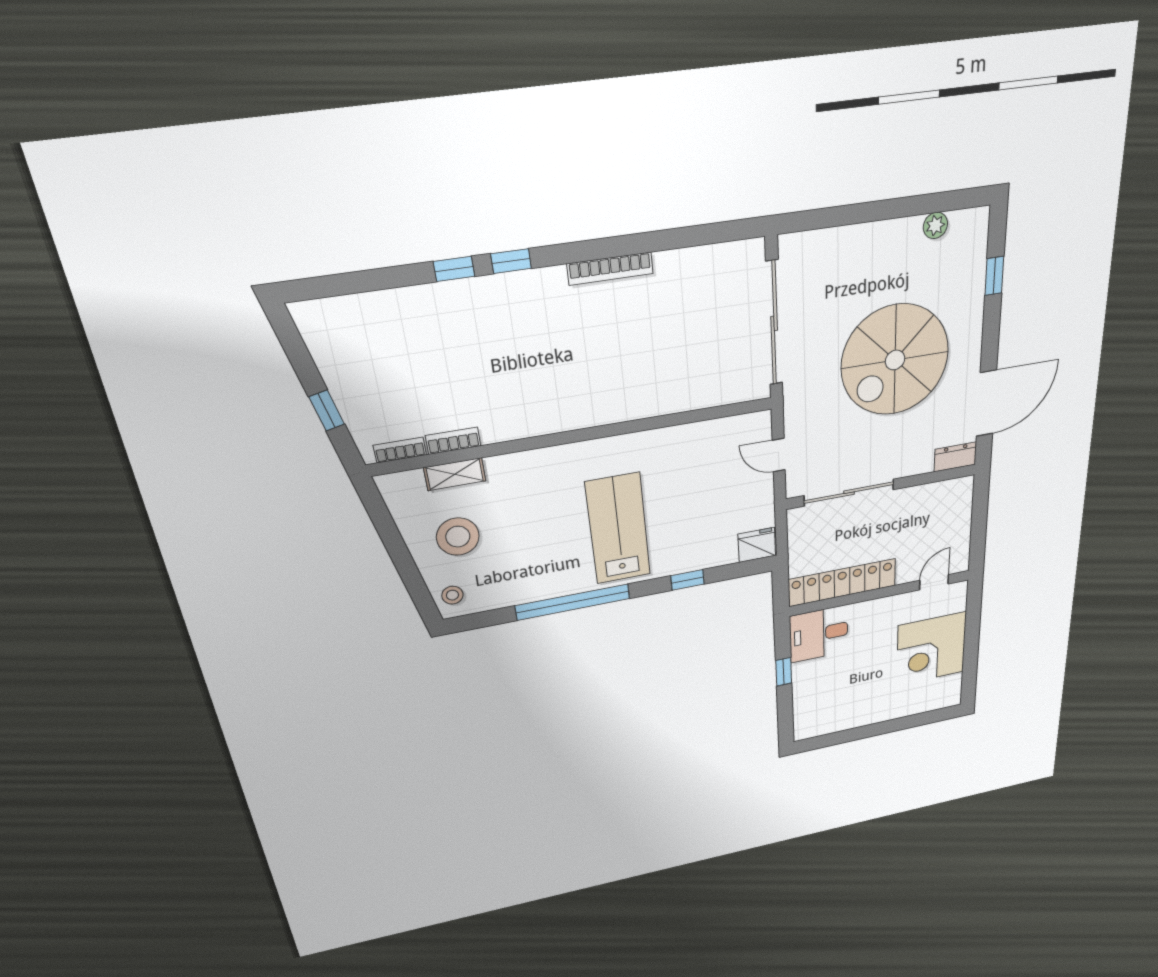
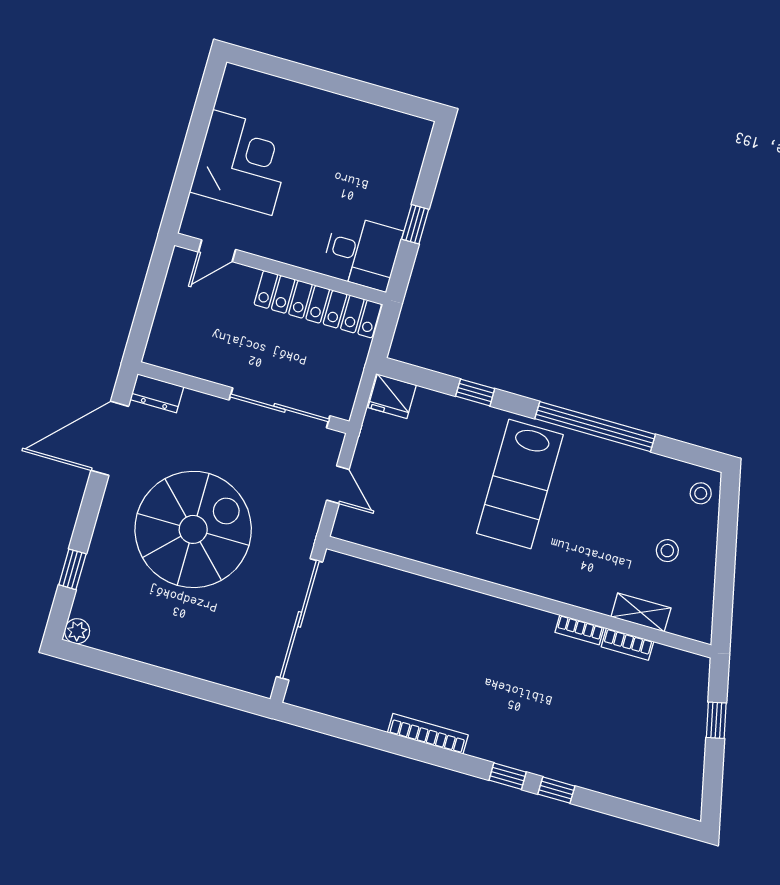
plant: (935, 225) -> (77, 631), moved
bookcase: (400, 450) -> (579, 630), moved
stool: (458, 537) -> (667, 551), width x0.53, depth x0.53

